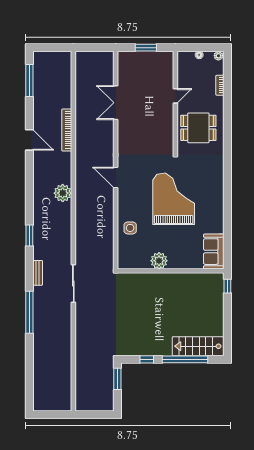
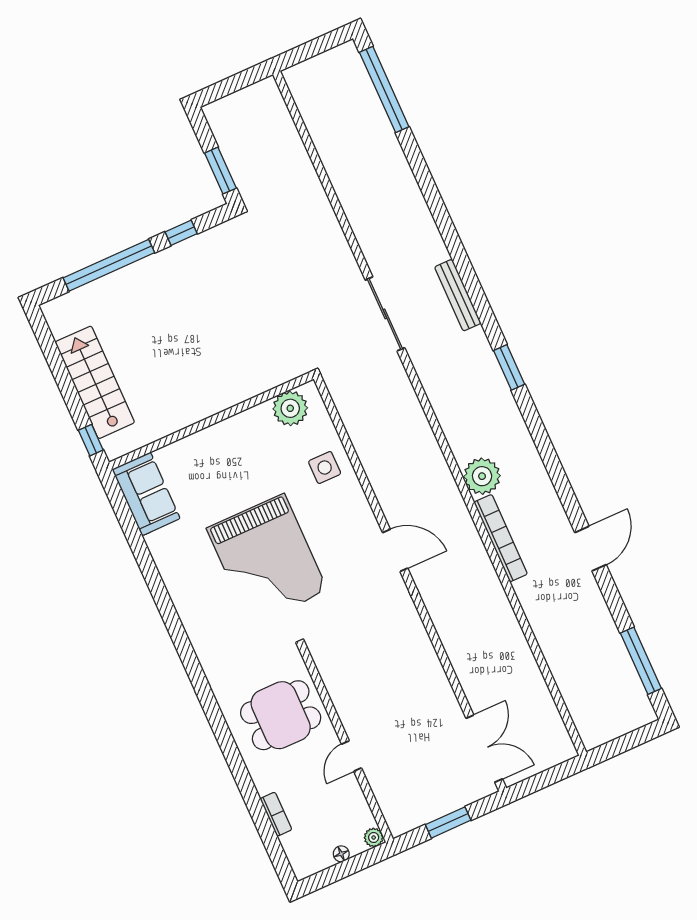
plant: (218, 56) -> (374, 837), moved
double door: (116, 103) -> (484, 749), moved
bookcase: (67, 130) -> (501, 538), moved
door: (29, 140) -> (590, 549), swing flipped
plant: (159, 261) -> (290, 408), moved
bench: (38, 273) -> (458, 295), width x1.36
window: (29, 312) -> (384, 90), moved
stairs: (198, 346) -> (95, 382), moved, turned -90

